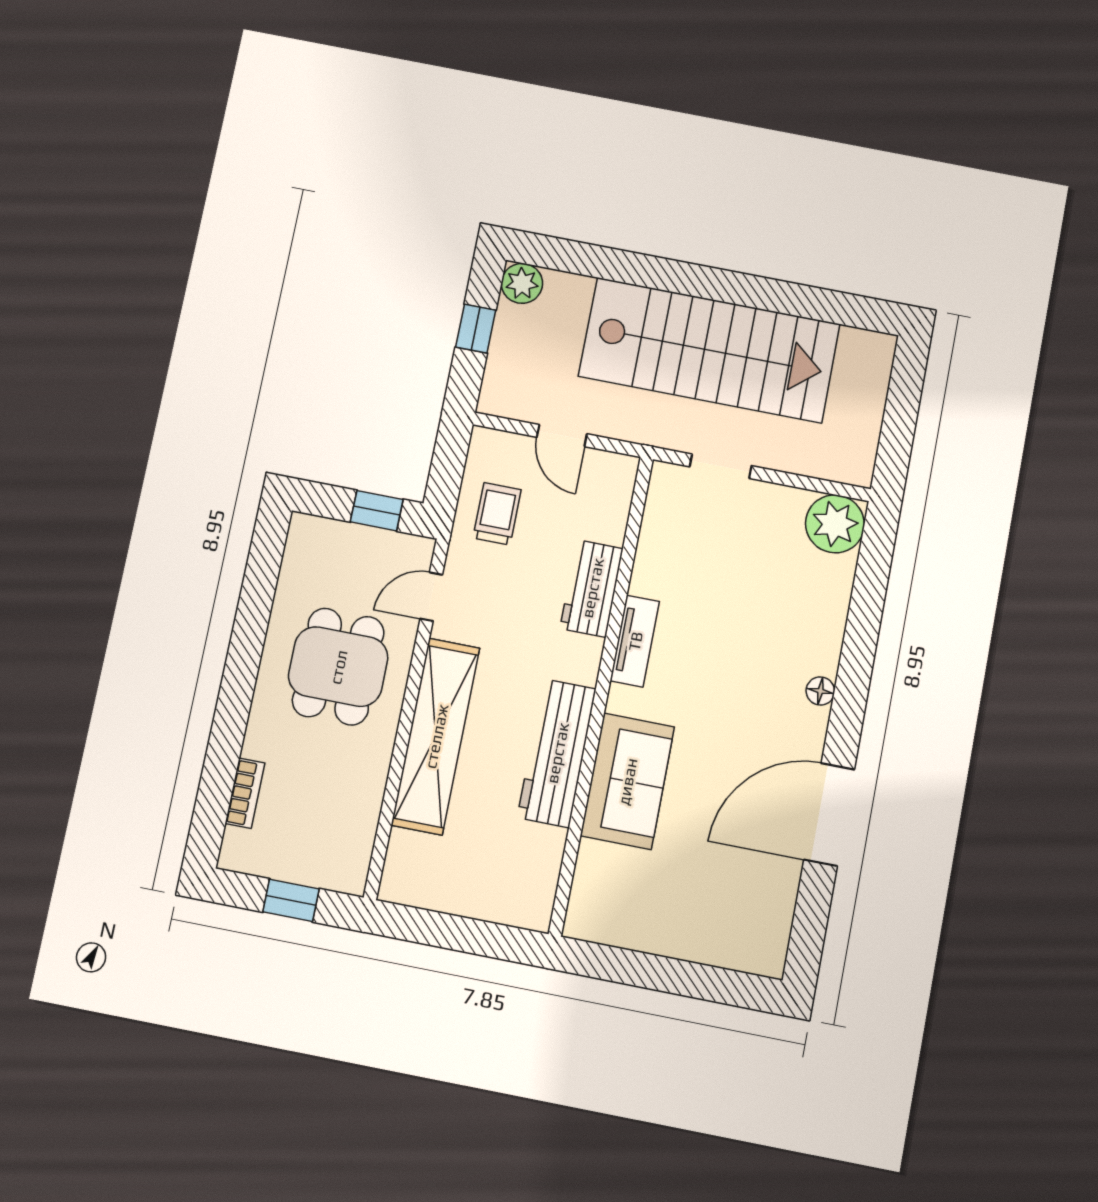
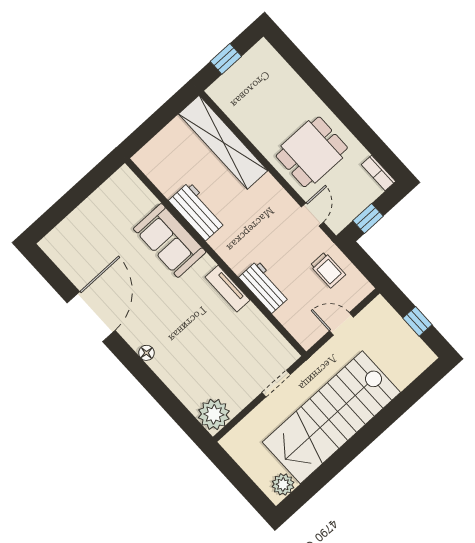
plant: (522, 283) -> (283, 484), moved
dining table: (338, 667) -> (312, 152), turned 90
shelving: (436, 736) -> (223, 142), moved
workbench: (557, 753) -> (197, 211), width x0.73
bookcase: (245, 793) -> (378, 173), moved

